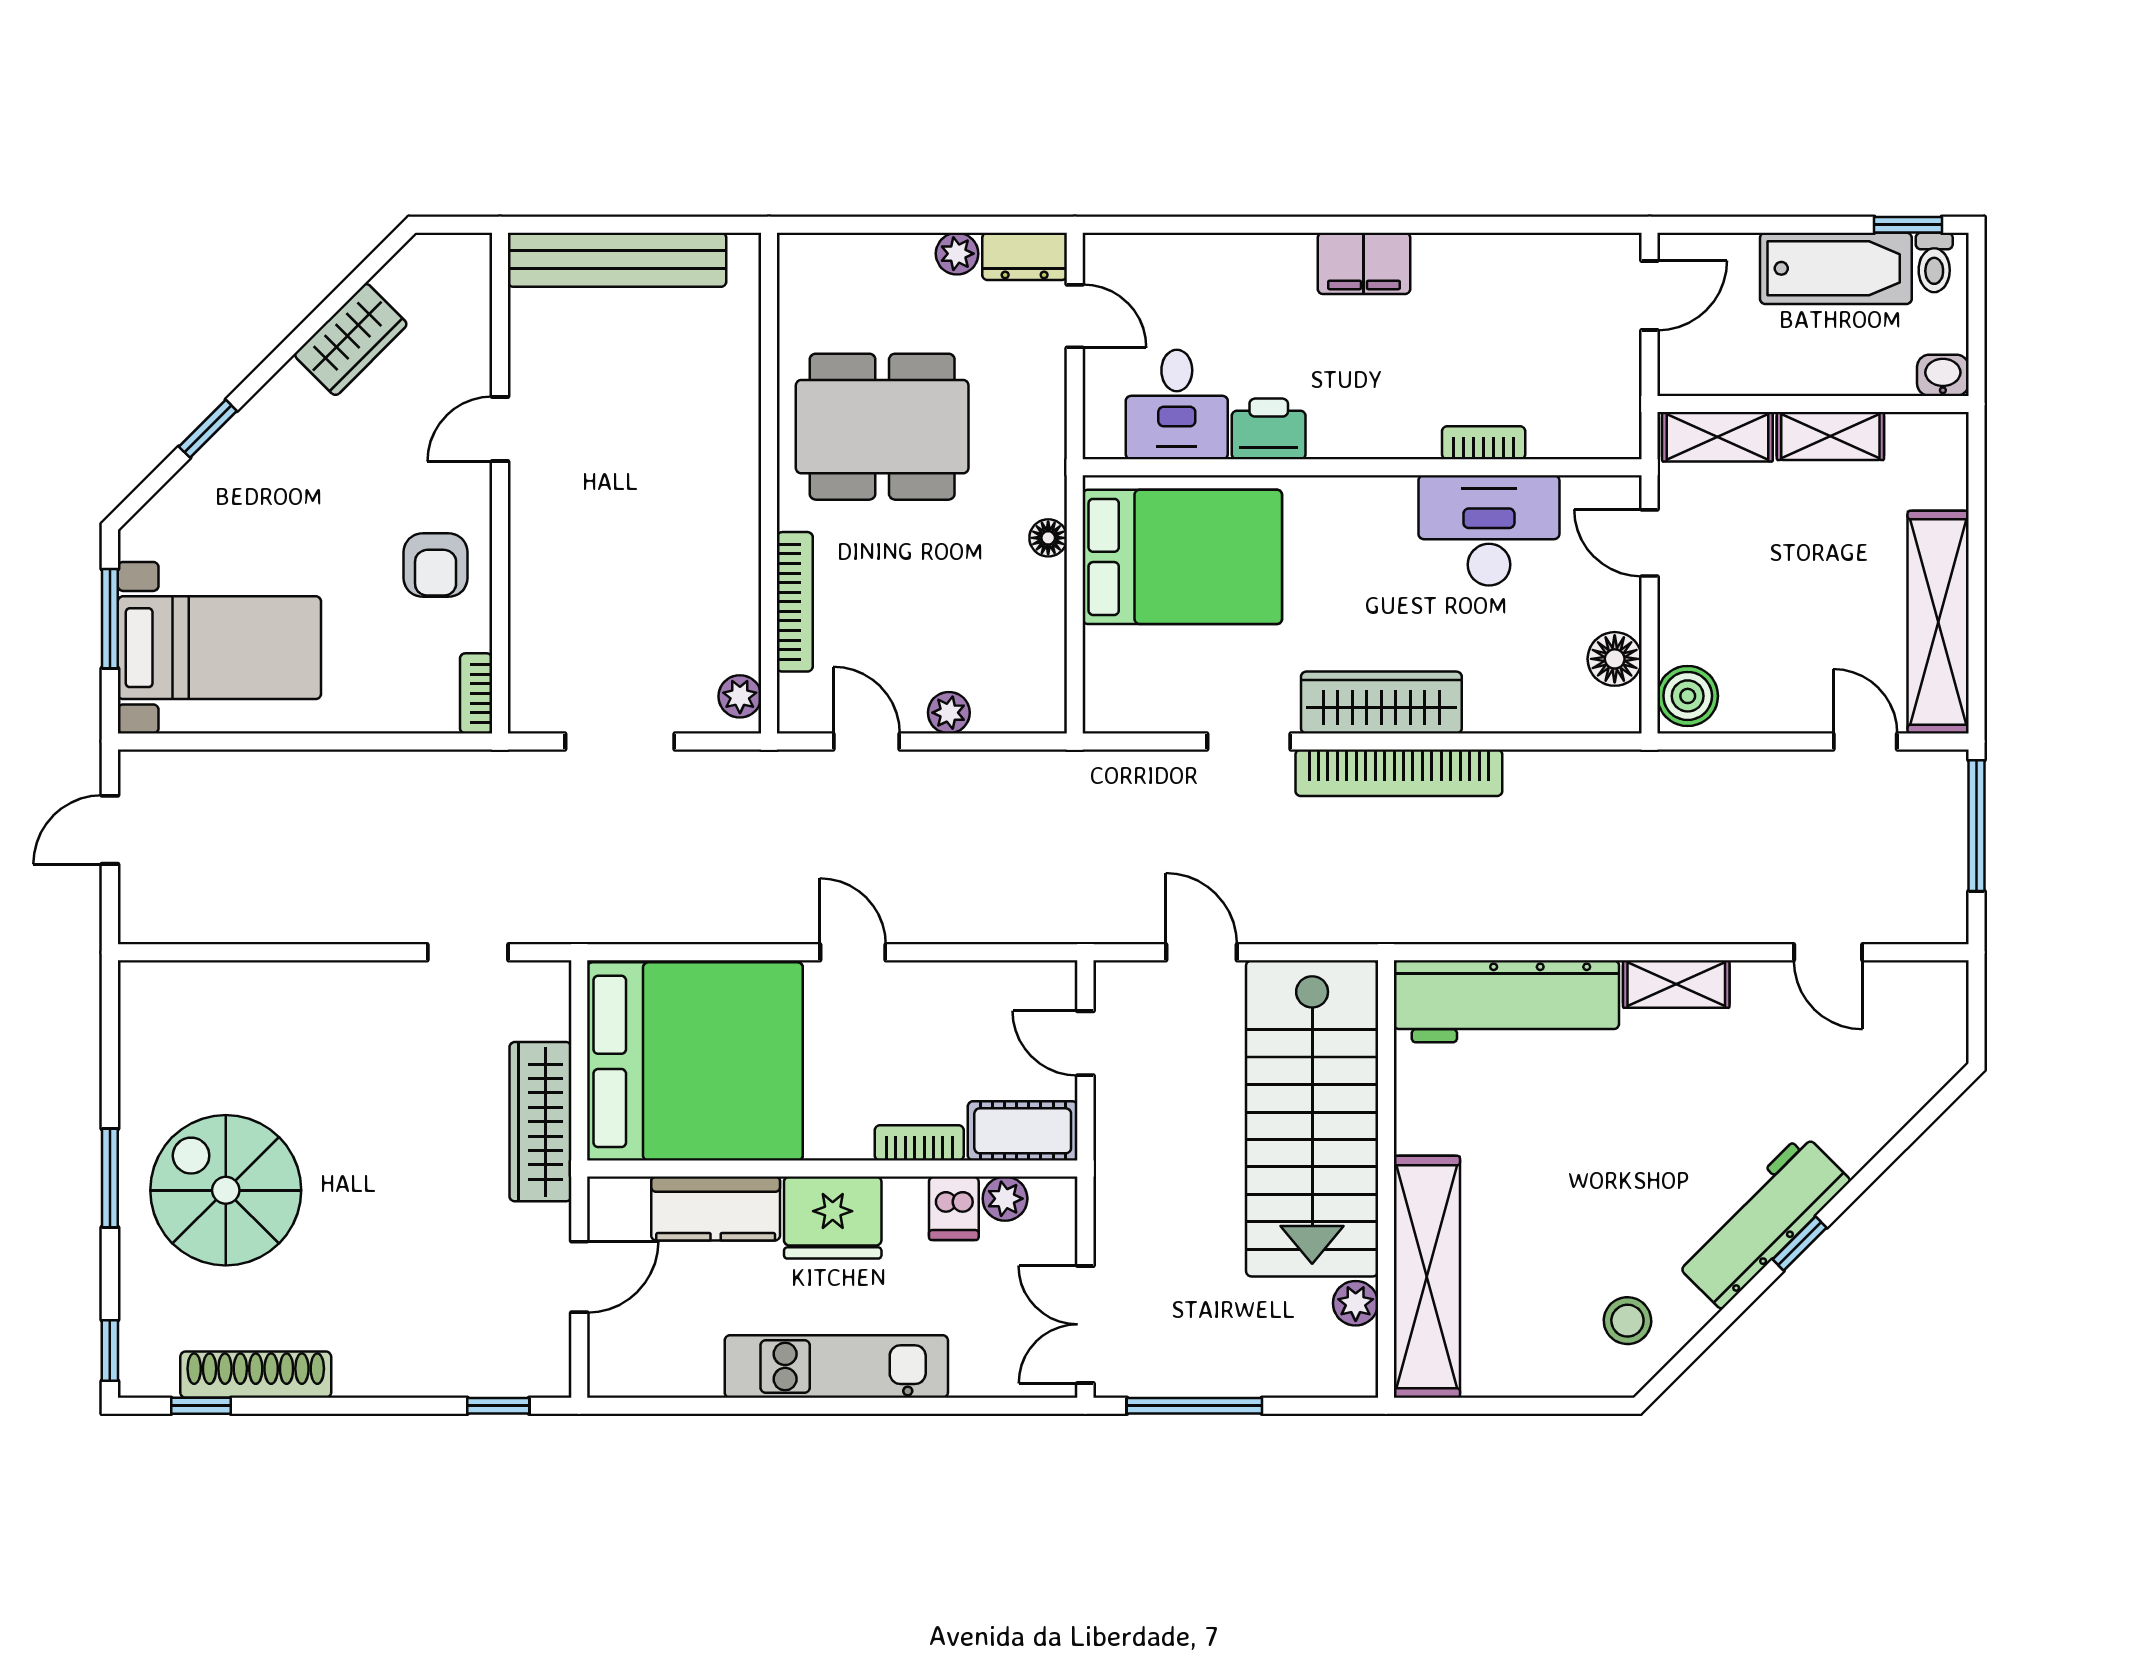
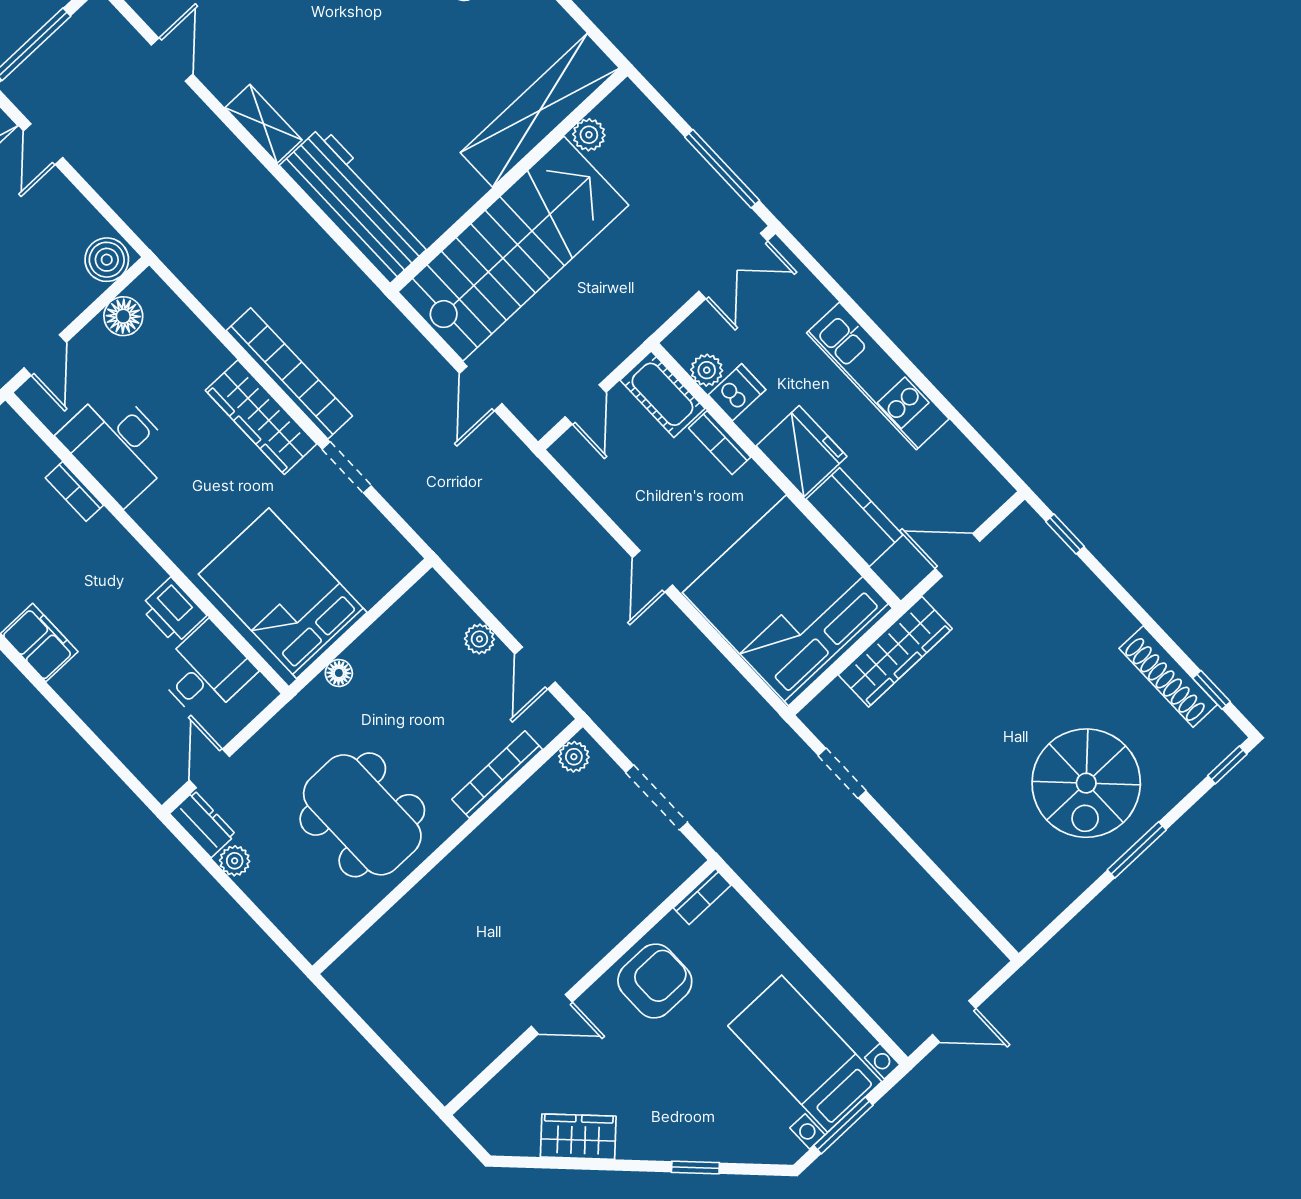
bench: (617, 260) -> (405, 1036), removed
armchair: (436, 565) -> (655, 981), width x1.38, depth x1.38

